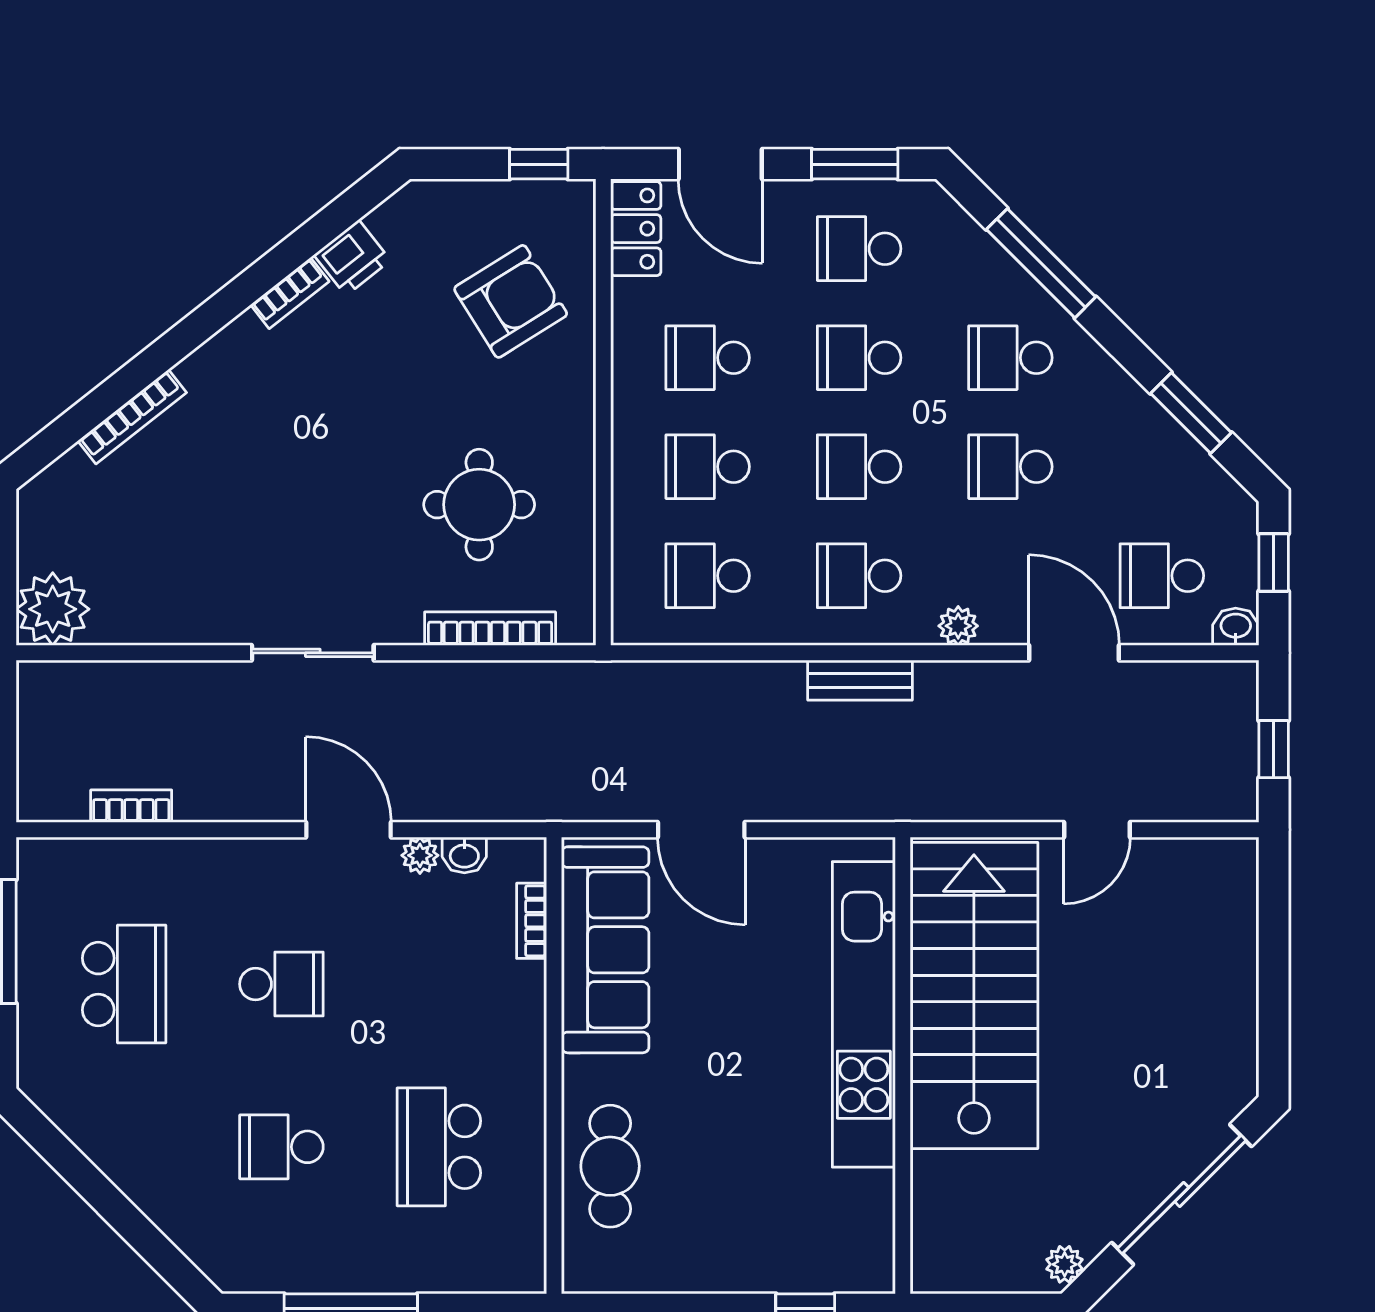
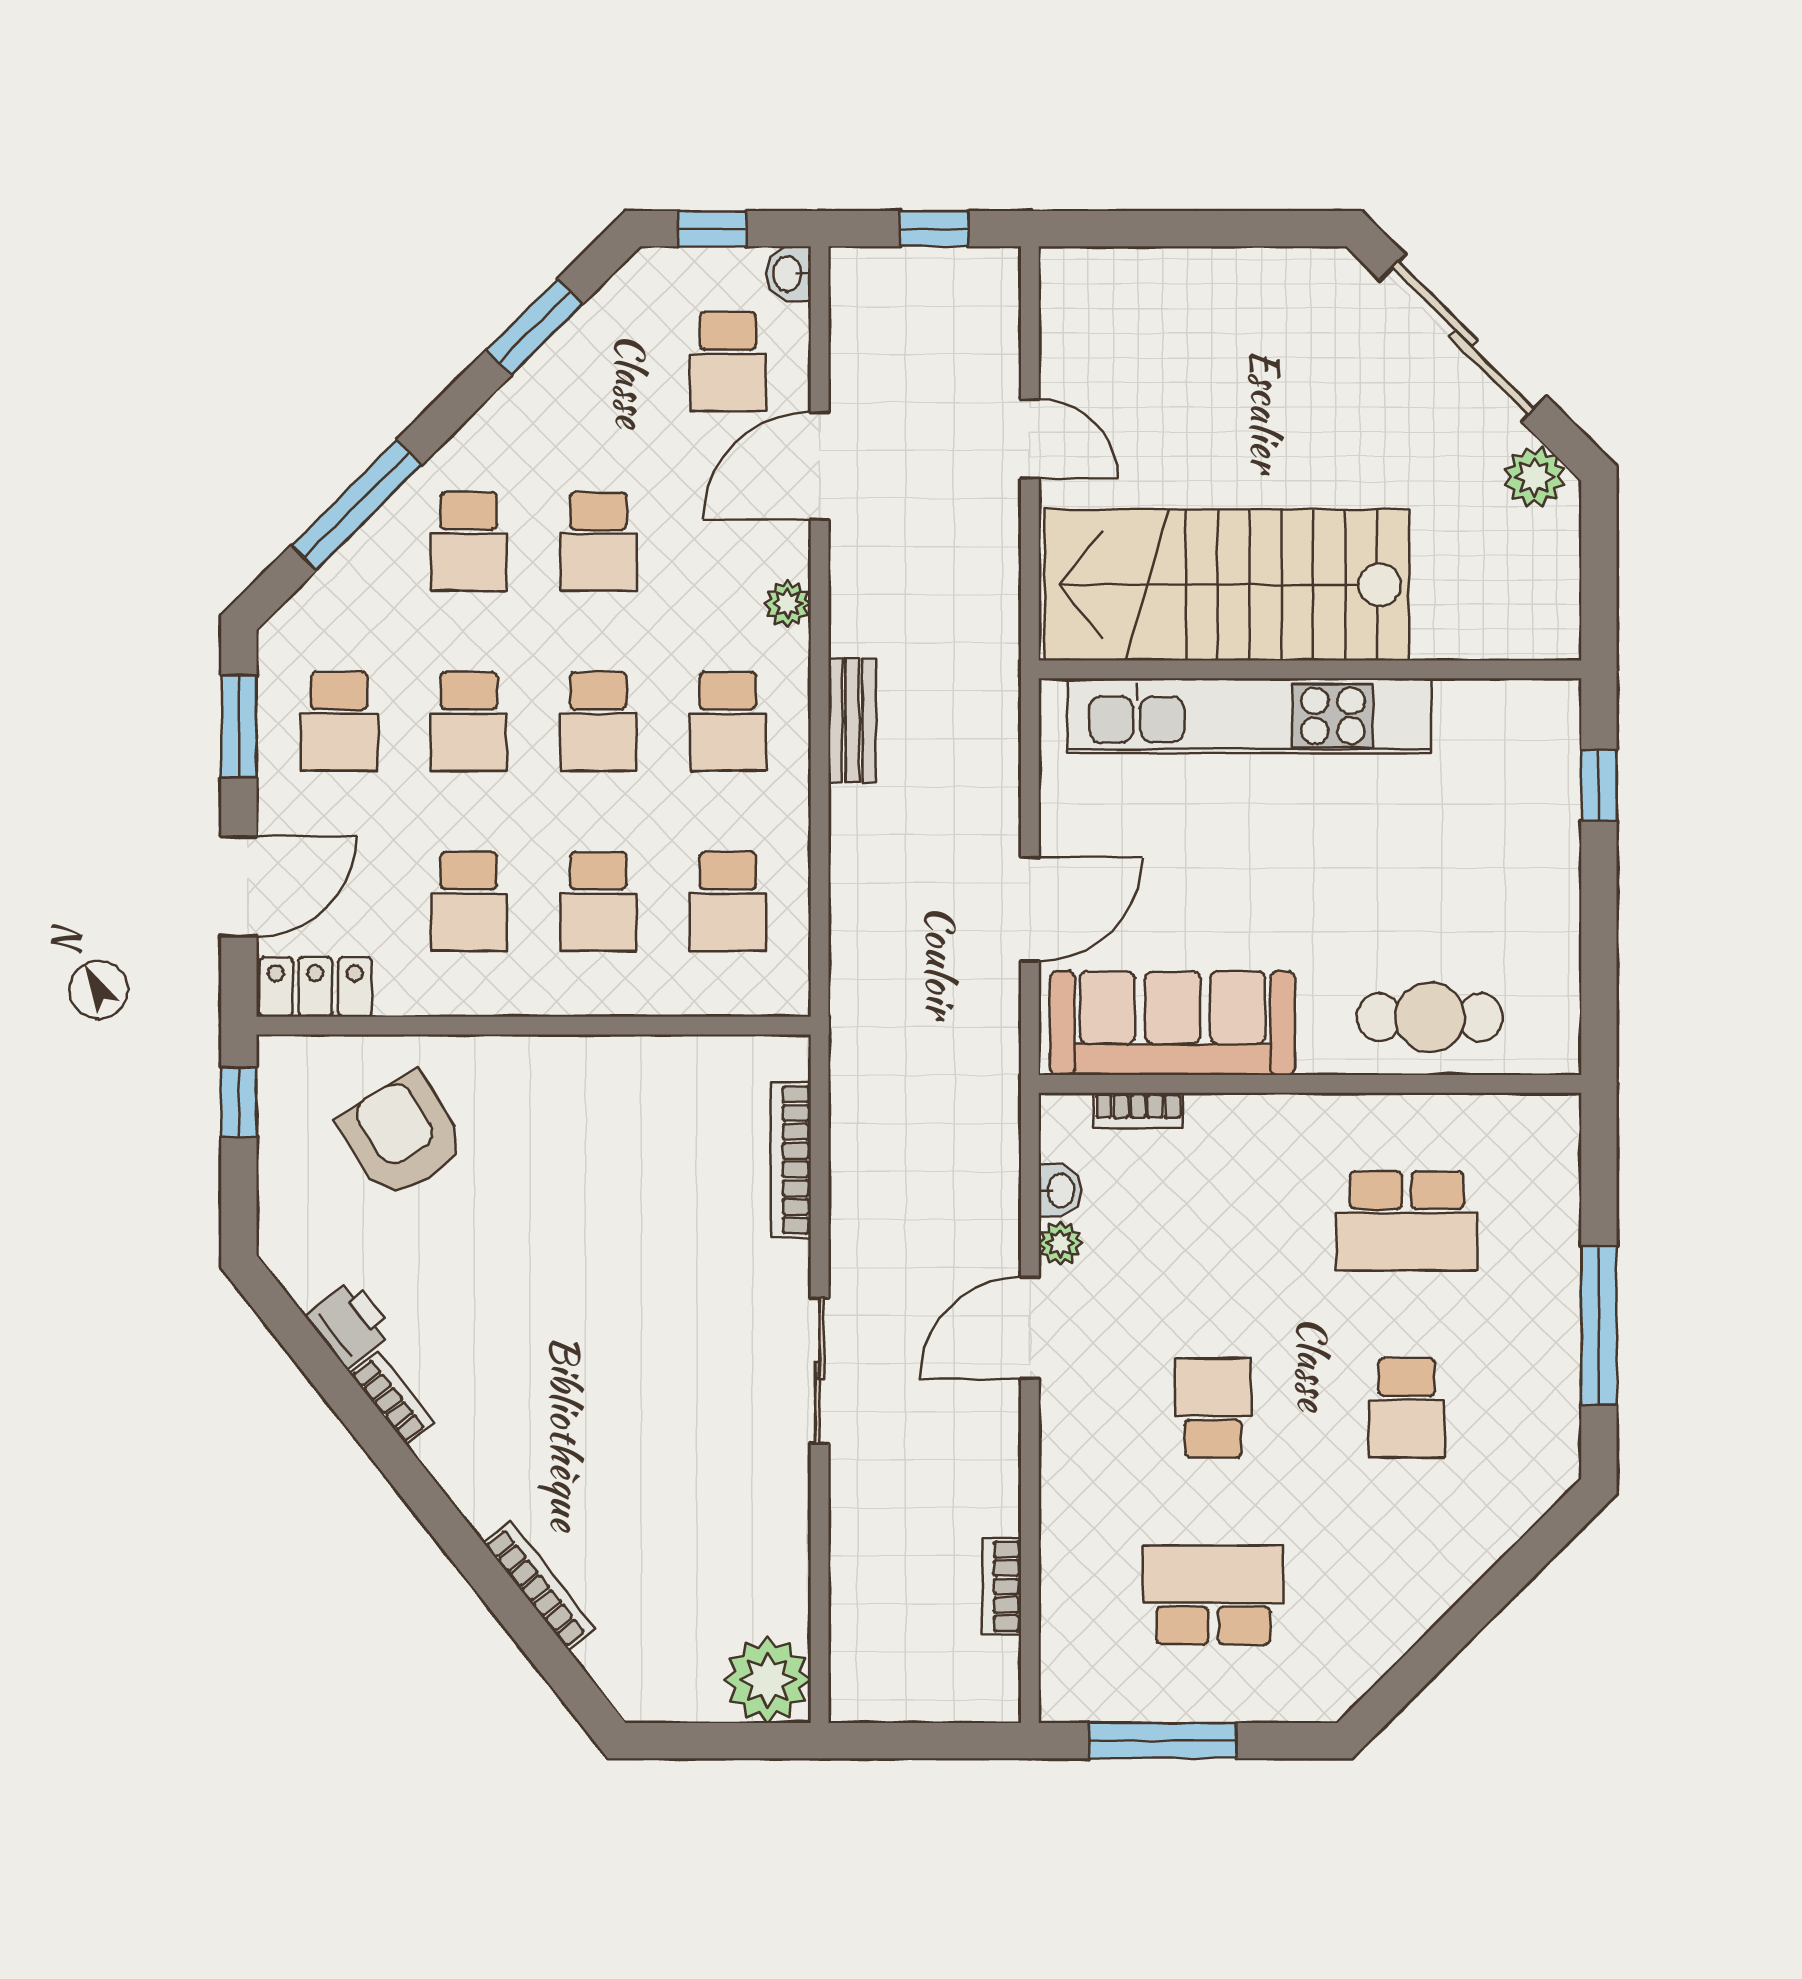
round table: (479, 505) -> (643, 1173), removed
plant: (1065, 1264) -> (1535, 477), width x1.38, depth x1.38

